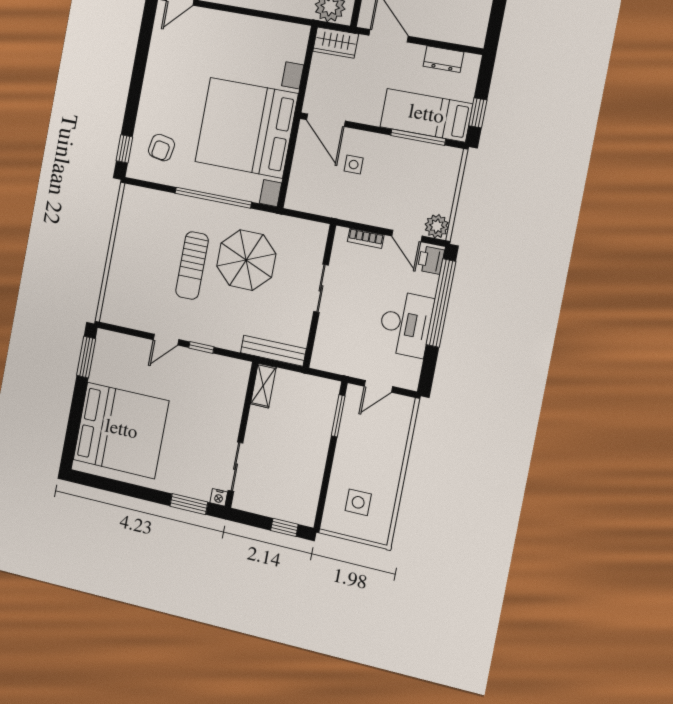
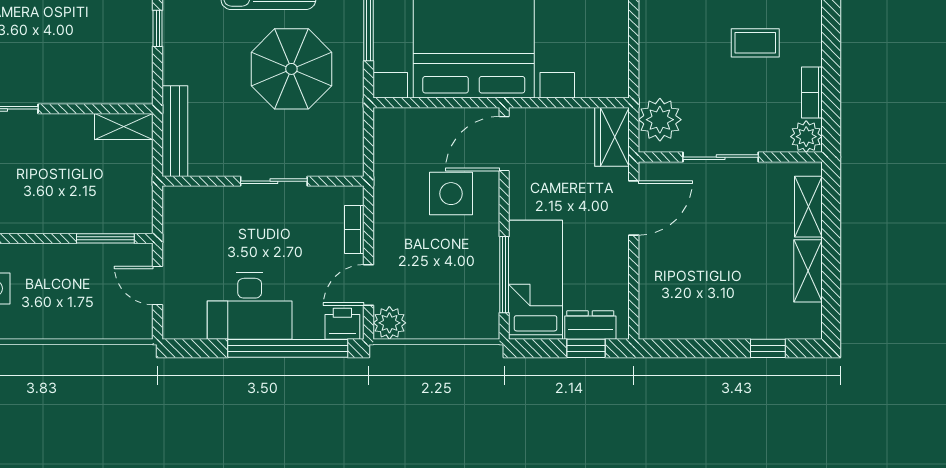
dresser: (443, 59) -> (590, 325), moved, turned 90
window: (478, 113) -> (586, 348), moved
side table: (354, 165) -> (451, 194), width x1.87, depth x1.87

